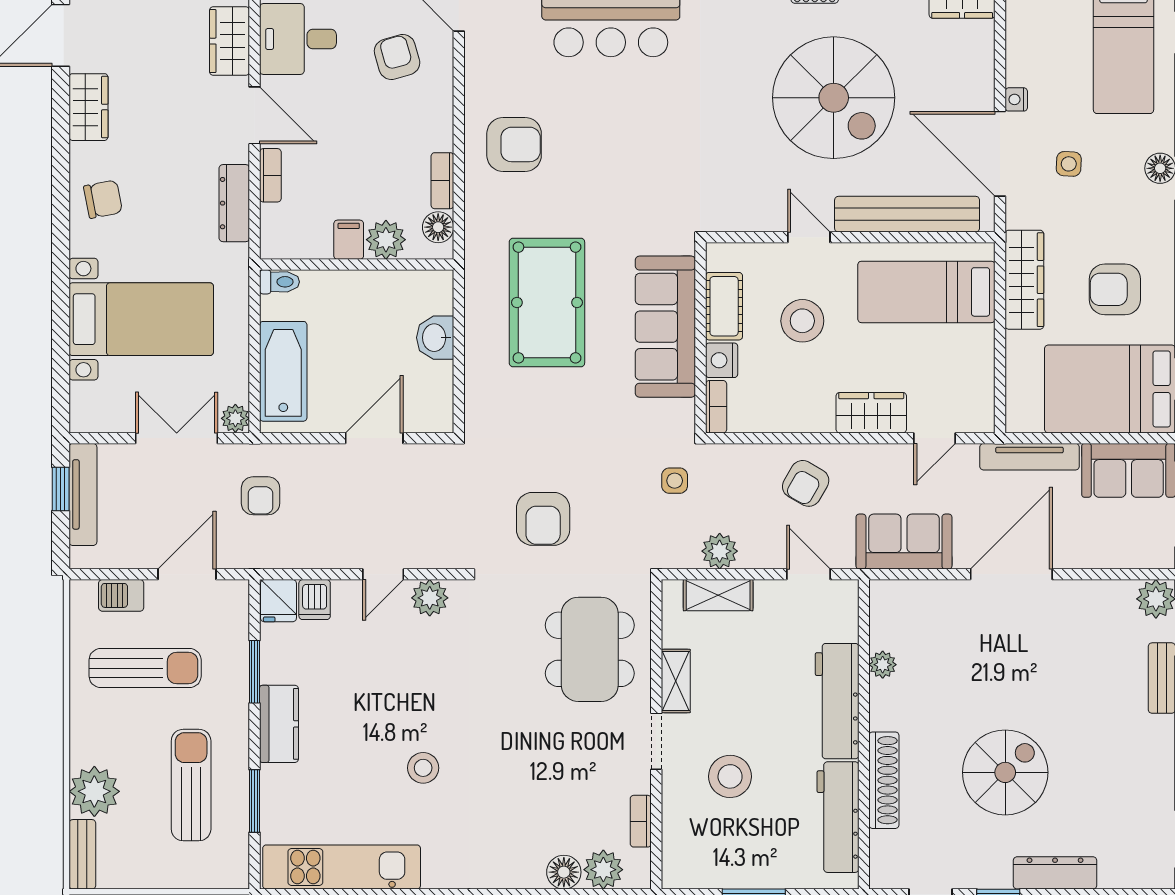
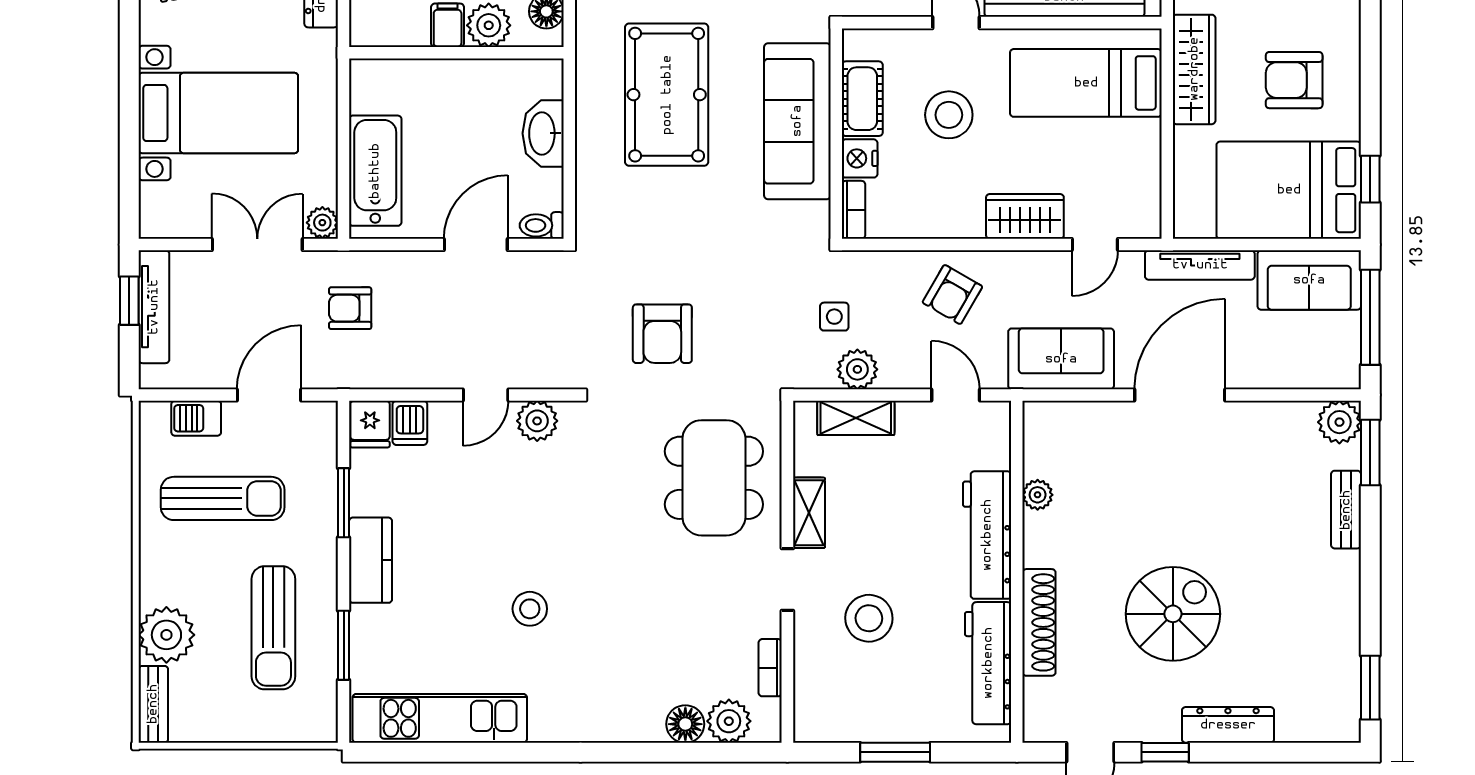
toilet: (279, 282) -> (542, 225), moved, turned 180
washbasin: (435, 338) -> (543, 133), width x1.38
side table: (675, 481) -> (834, 317), moved
armchair: (261, 496) -> (350, 308), turned 90
sun lounger: (191, 785) -> (273, 628), turned 180

